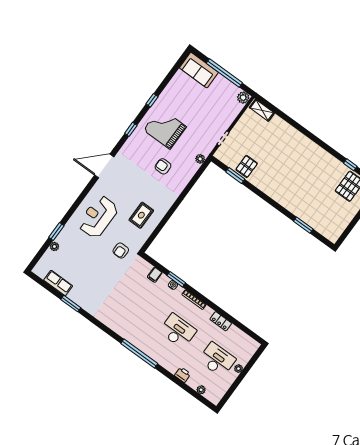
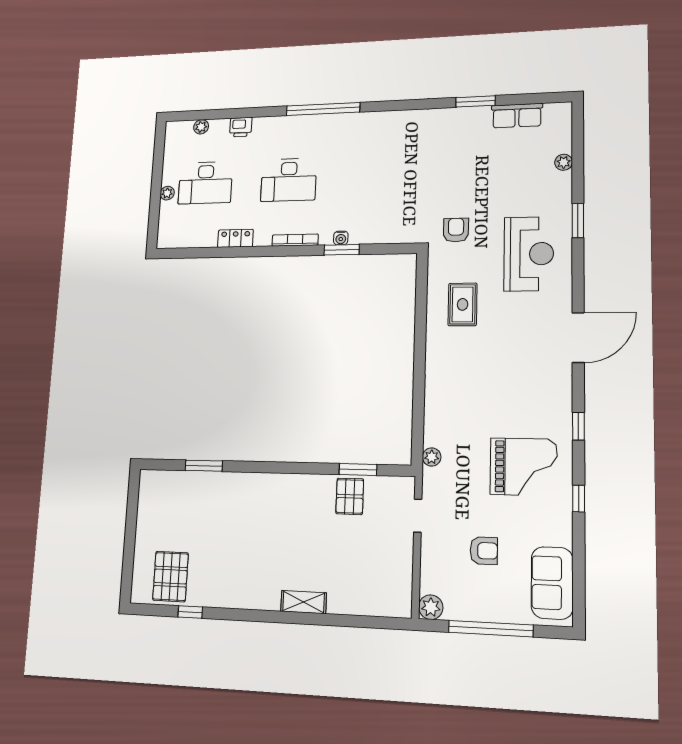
sofa: (199, 70) -> (552, 583), moved, turned -90
shelving: (262, 110) -> (304, 602), moved
armchair: (163, 166) -> (484, 551), moved
window: (56, 231) -> (578, 221), moved
filing cabinet: (155, 275) -> (378, 233), removed

